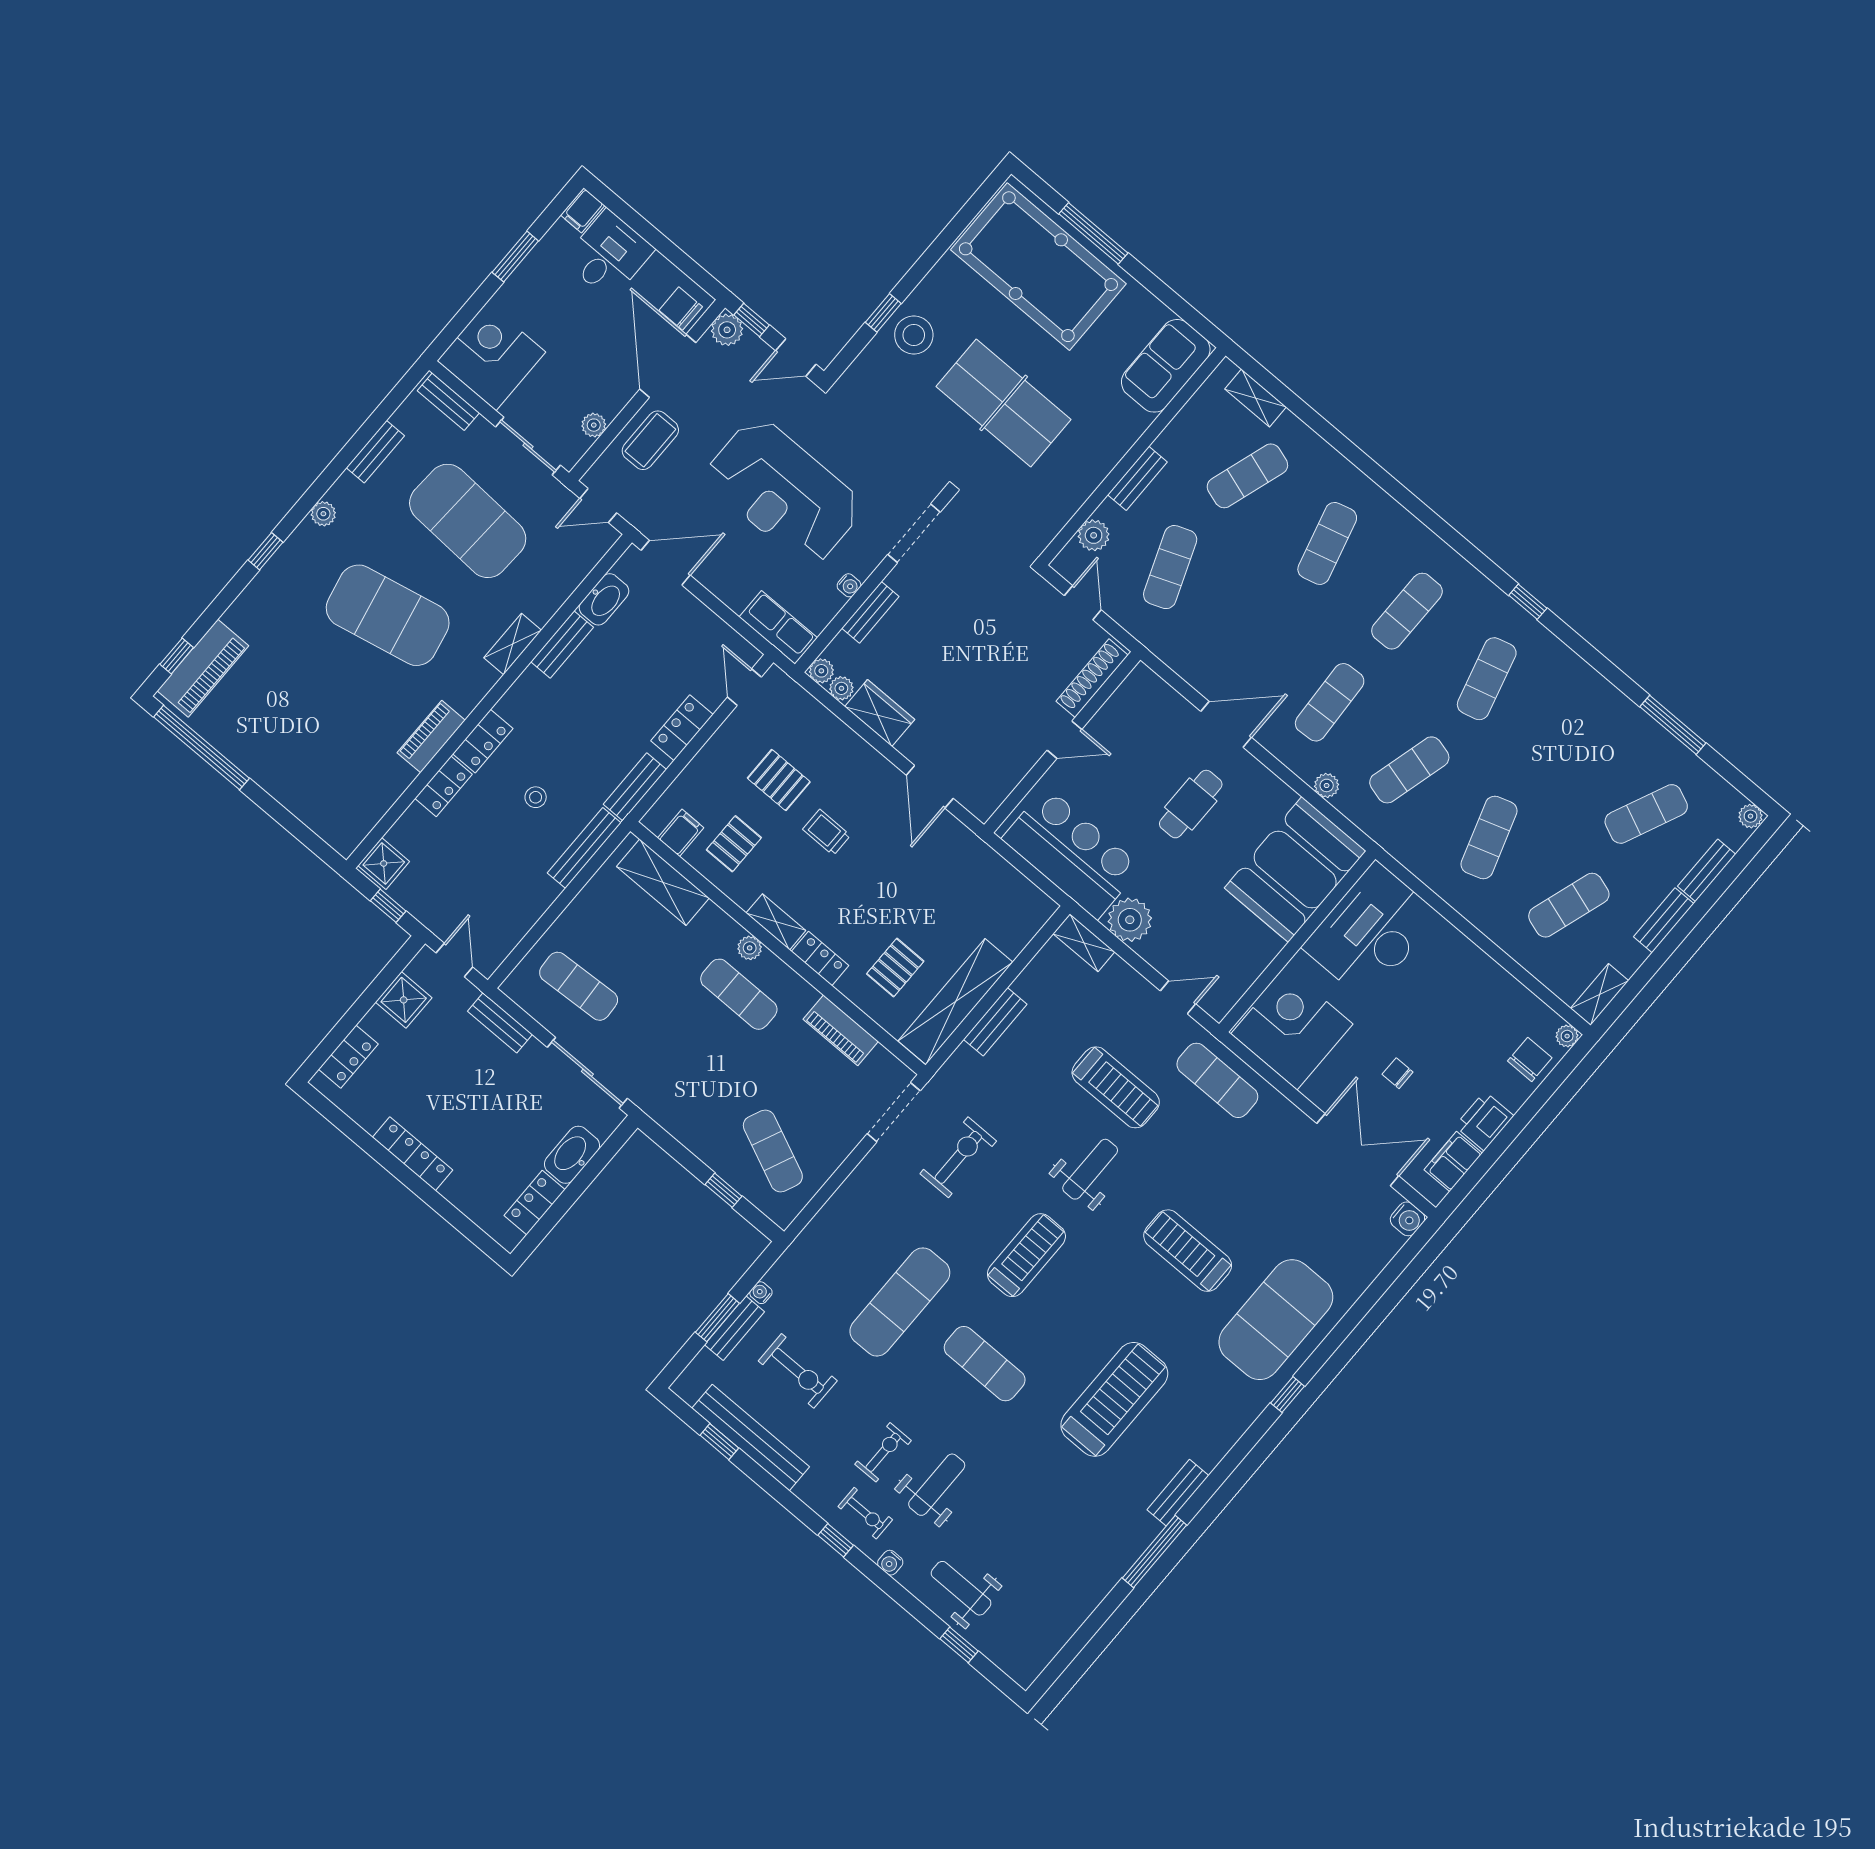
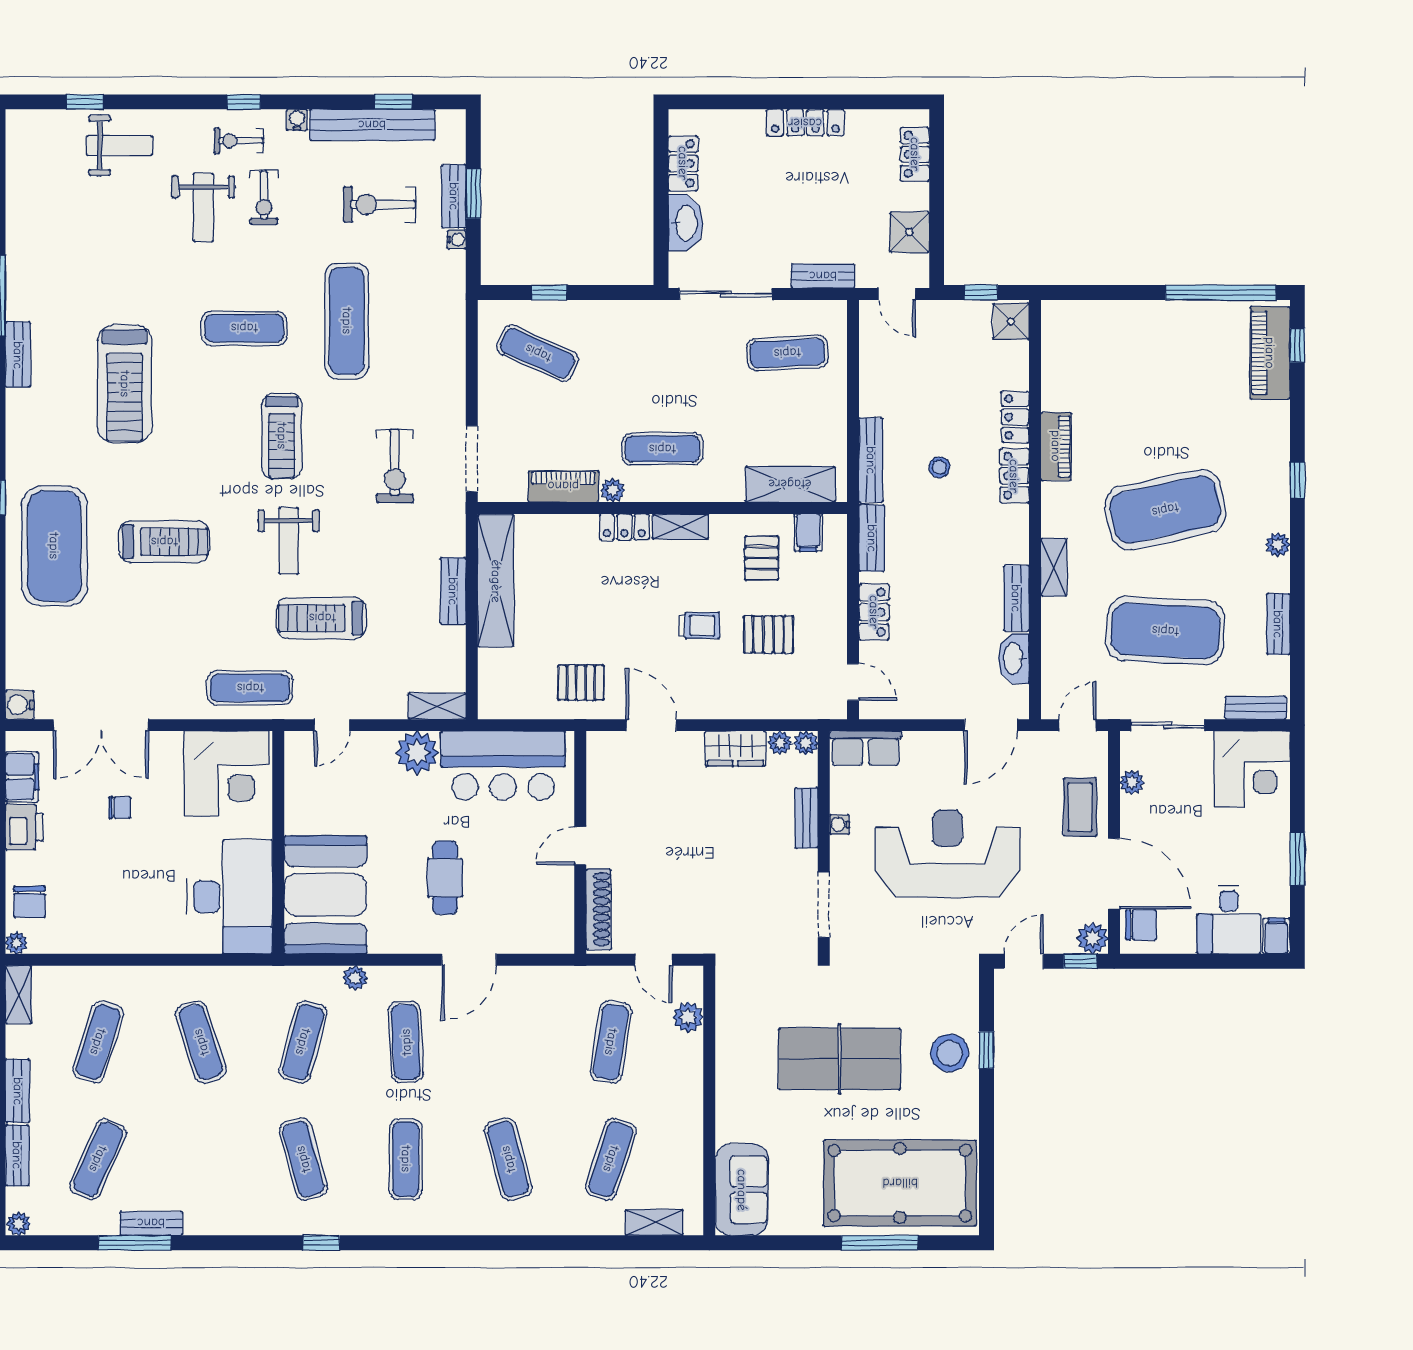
bench: (1137, 478) -> (151, 1223), moved, turned 90
exercise mat: (1170, 567) -> (611, 1042), turned 30
plant: (750, 948) -> (613, 490), moved
pallet: (895, 968) -> (581, 683), moved, turned 90
water cooler: (890, 1563) -> (297, 120), moved

